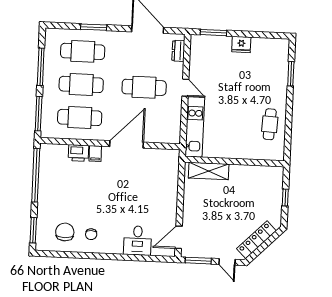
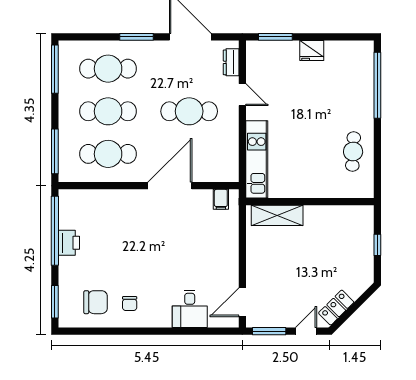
window: (94, 27) -> (137, 37), moved
window: (41, 67) -> (55, 69), moved
window: (291, 74) -> (377, 85), width x2.11
door: (185, 88) -> (242, 95), moved
printer: (78, 153) -> (69, 243), moved, turned -90
filing cabinet: (95, 153) -> (221, 199), moved
chair: (65, 232) -> (96, 302), turned 90
locker: (256, 240) -> (336, 308), width x0.66
door: (227, 262) -> (306, 331), swing flipped

